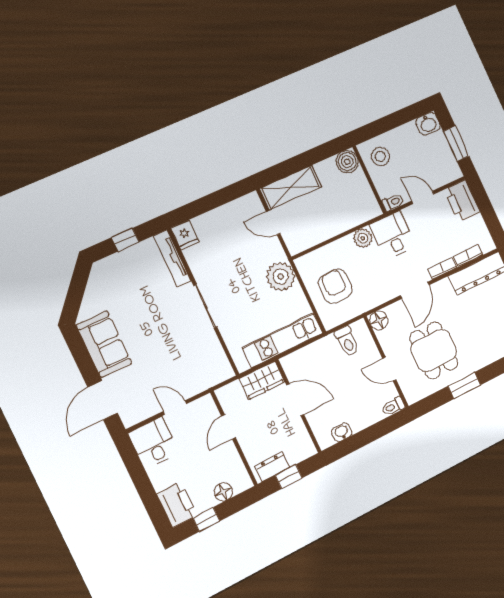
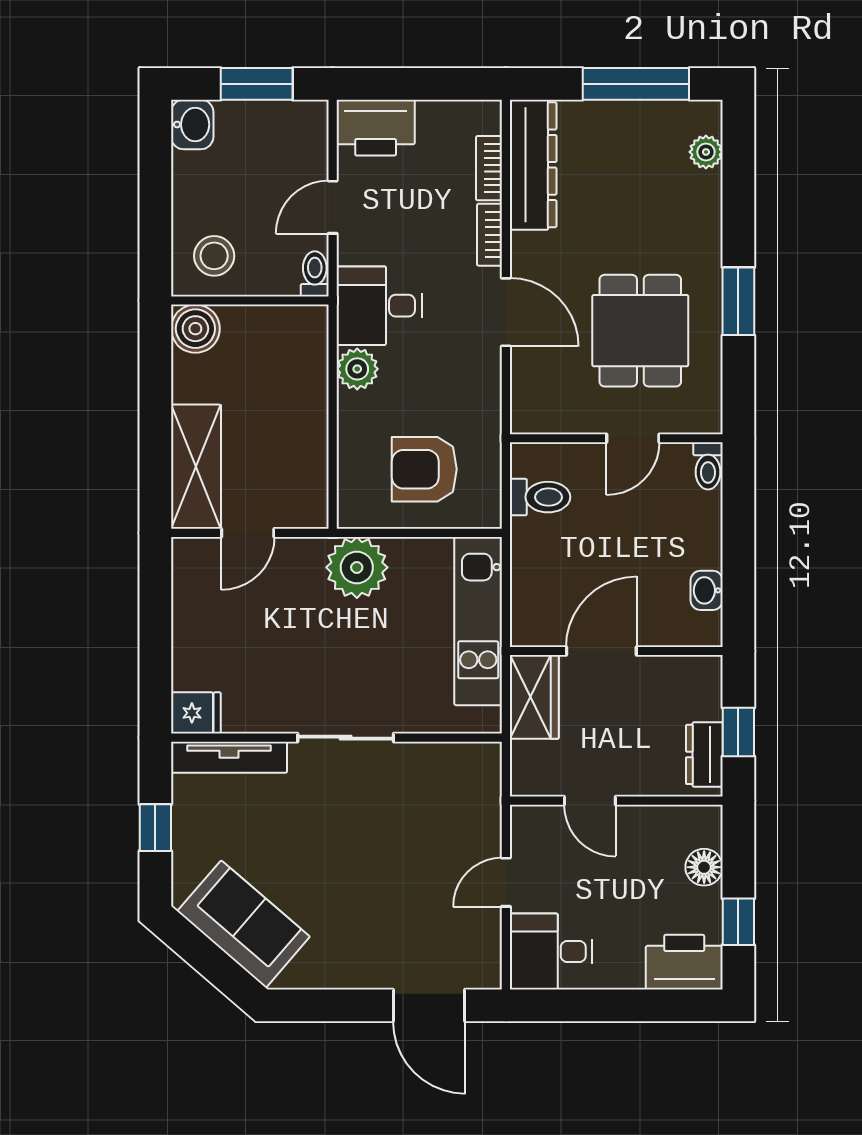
floor lamp: (379, 320) -> (530, 414), removed
sofa: (104, 344) -> (243, 924), moved, turned 41
dining table: (434, 350) -> (640, 331), turned 90

